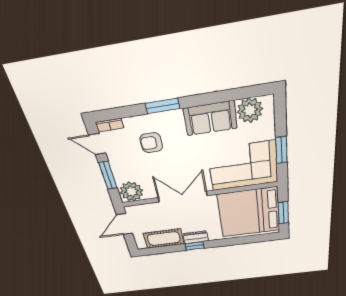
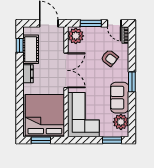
window: (162, 106) -> (132, 82), moved
armchair: (151, 143) -> (110, 58), turned 128
door: (97, 144) -> (114, 23), swing flipped
window: (281, 150) -> (112, 140), moved
window: (195, 246) -> (20, 45), moved

